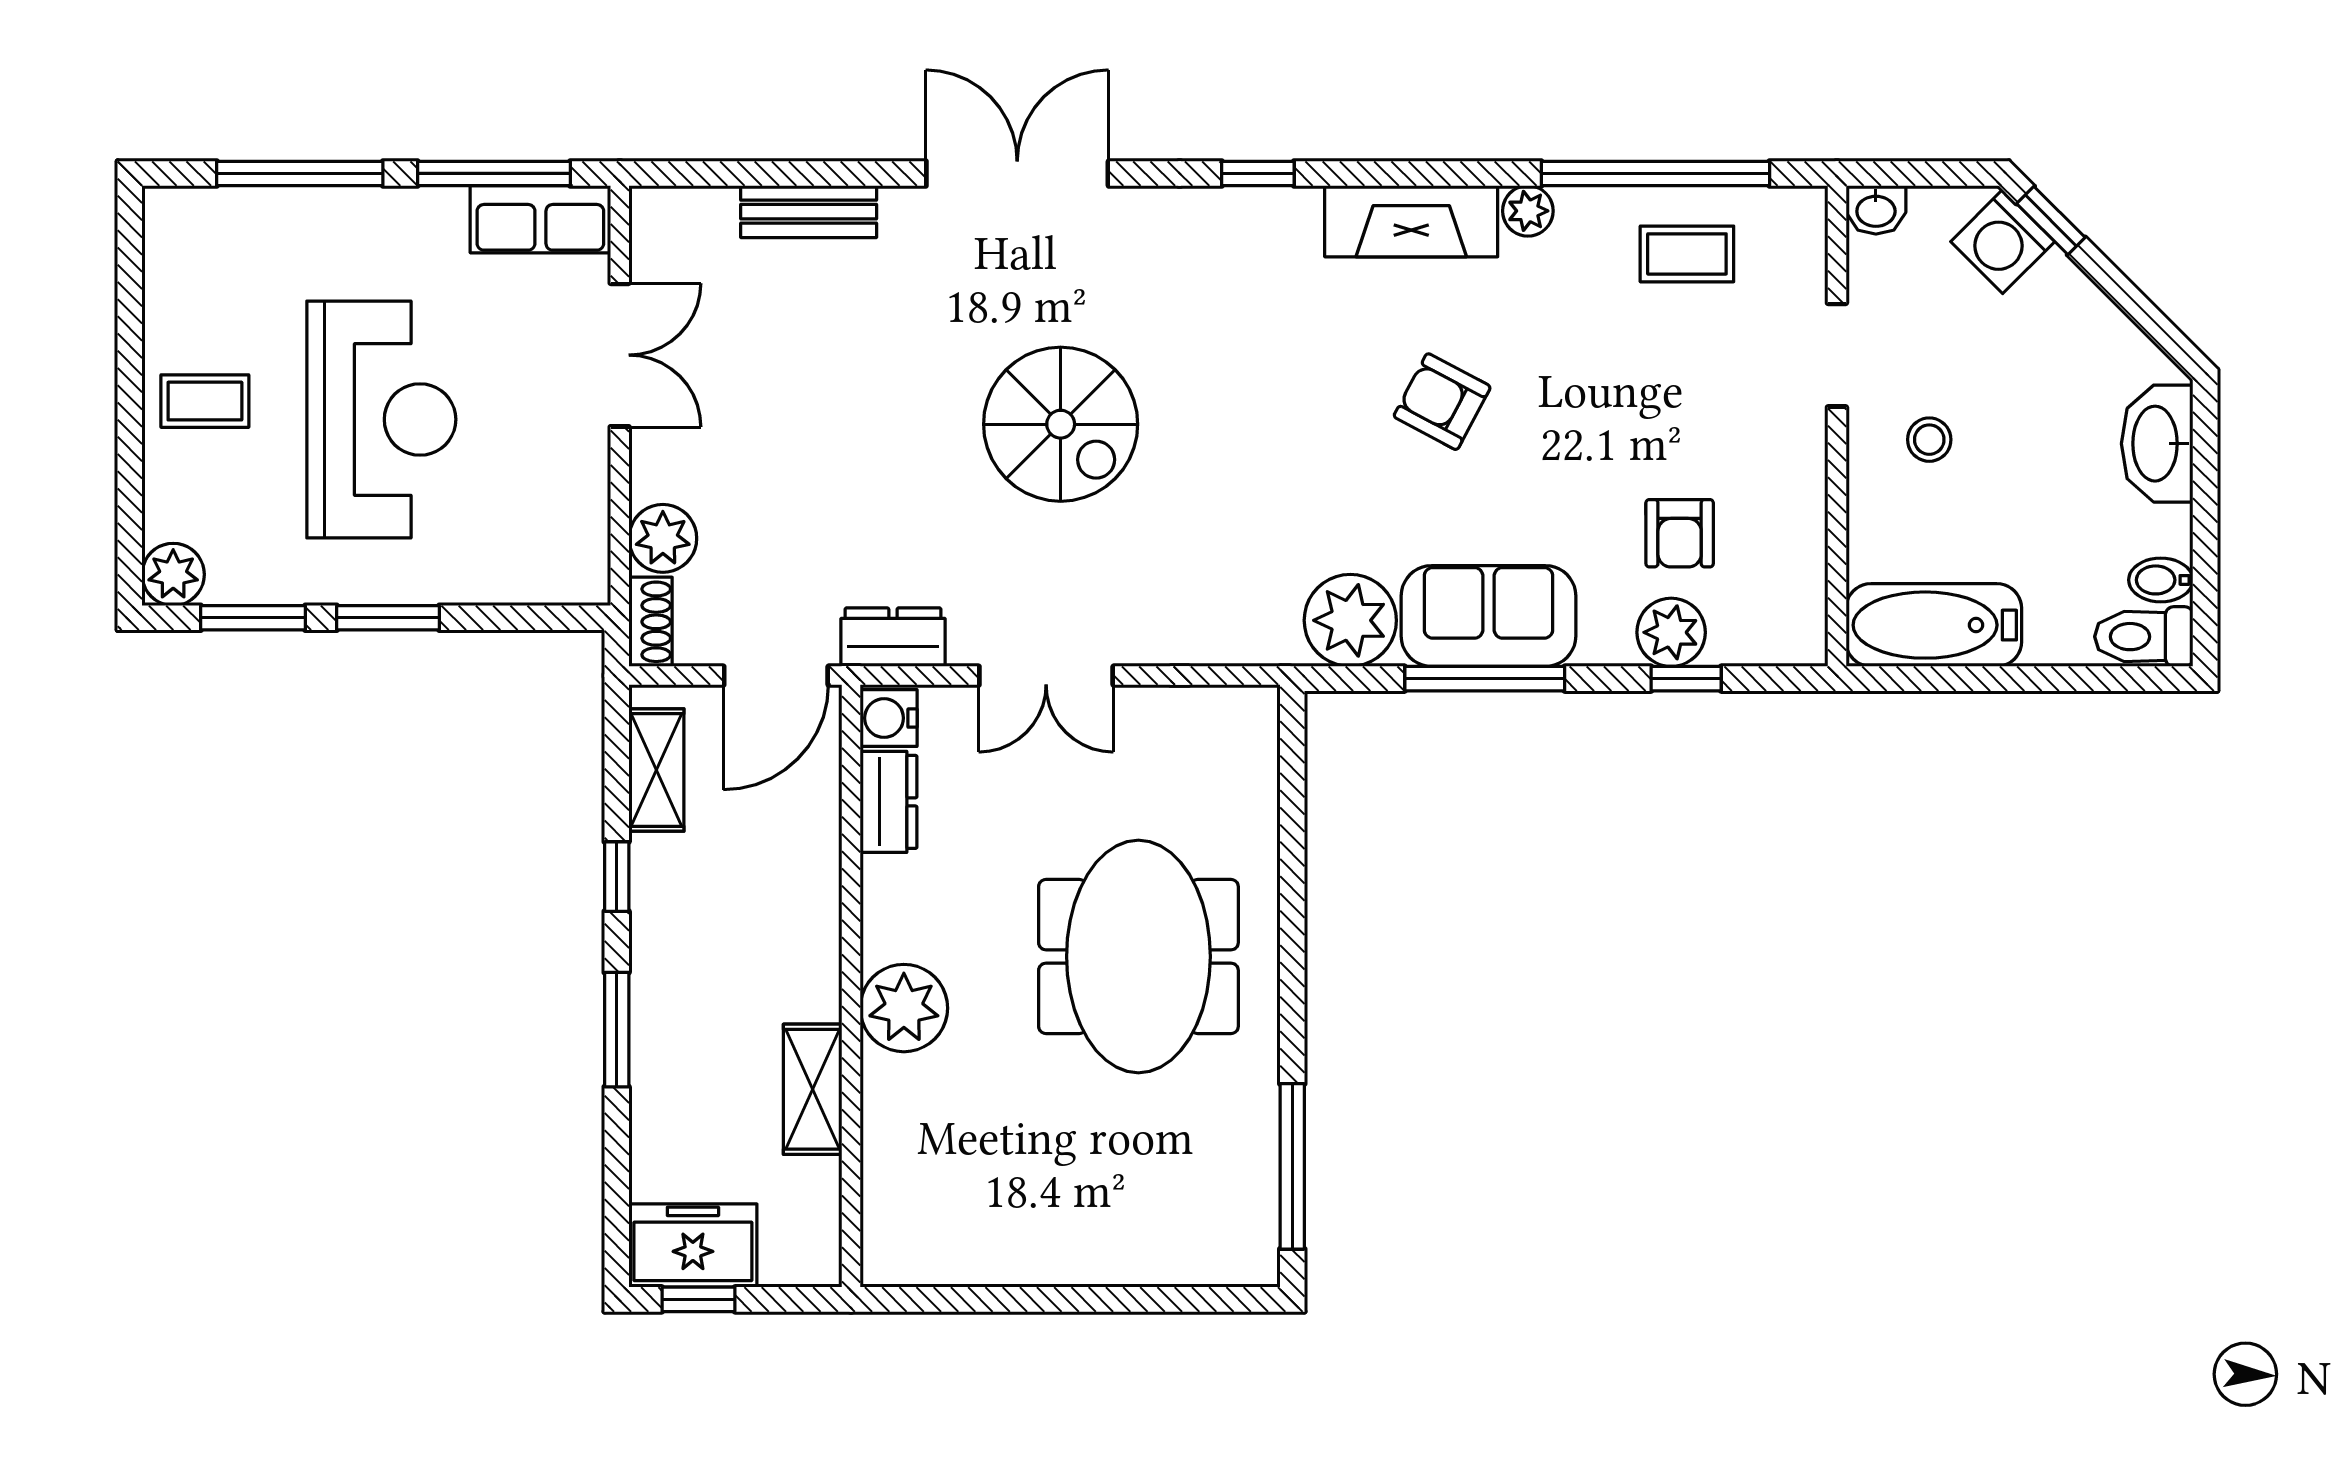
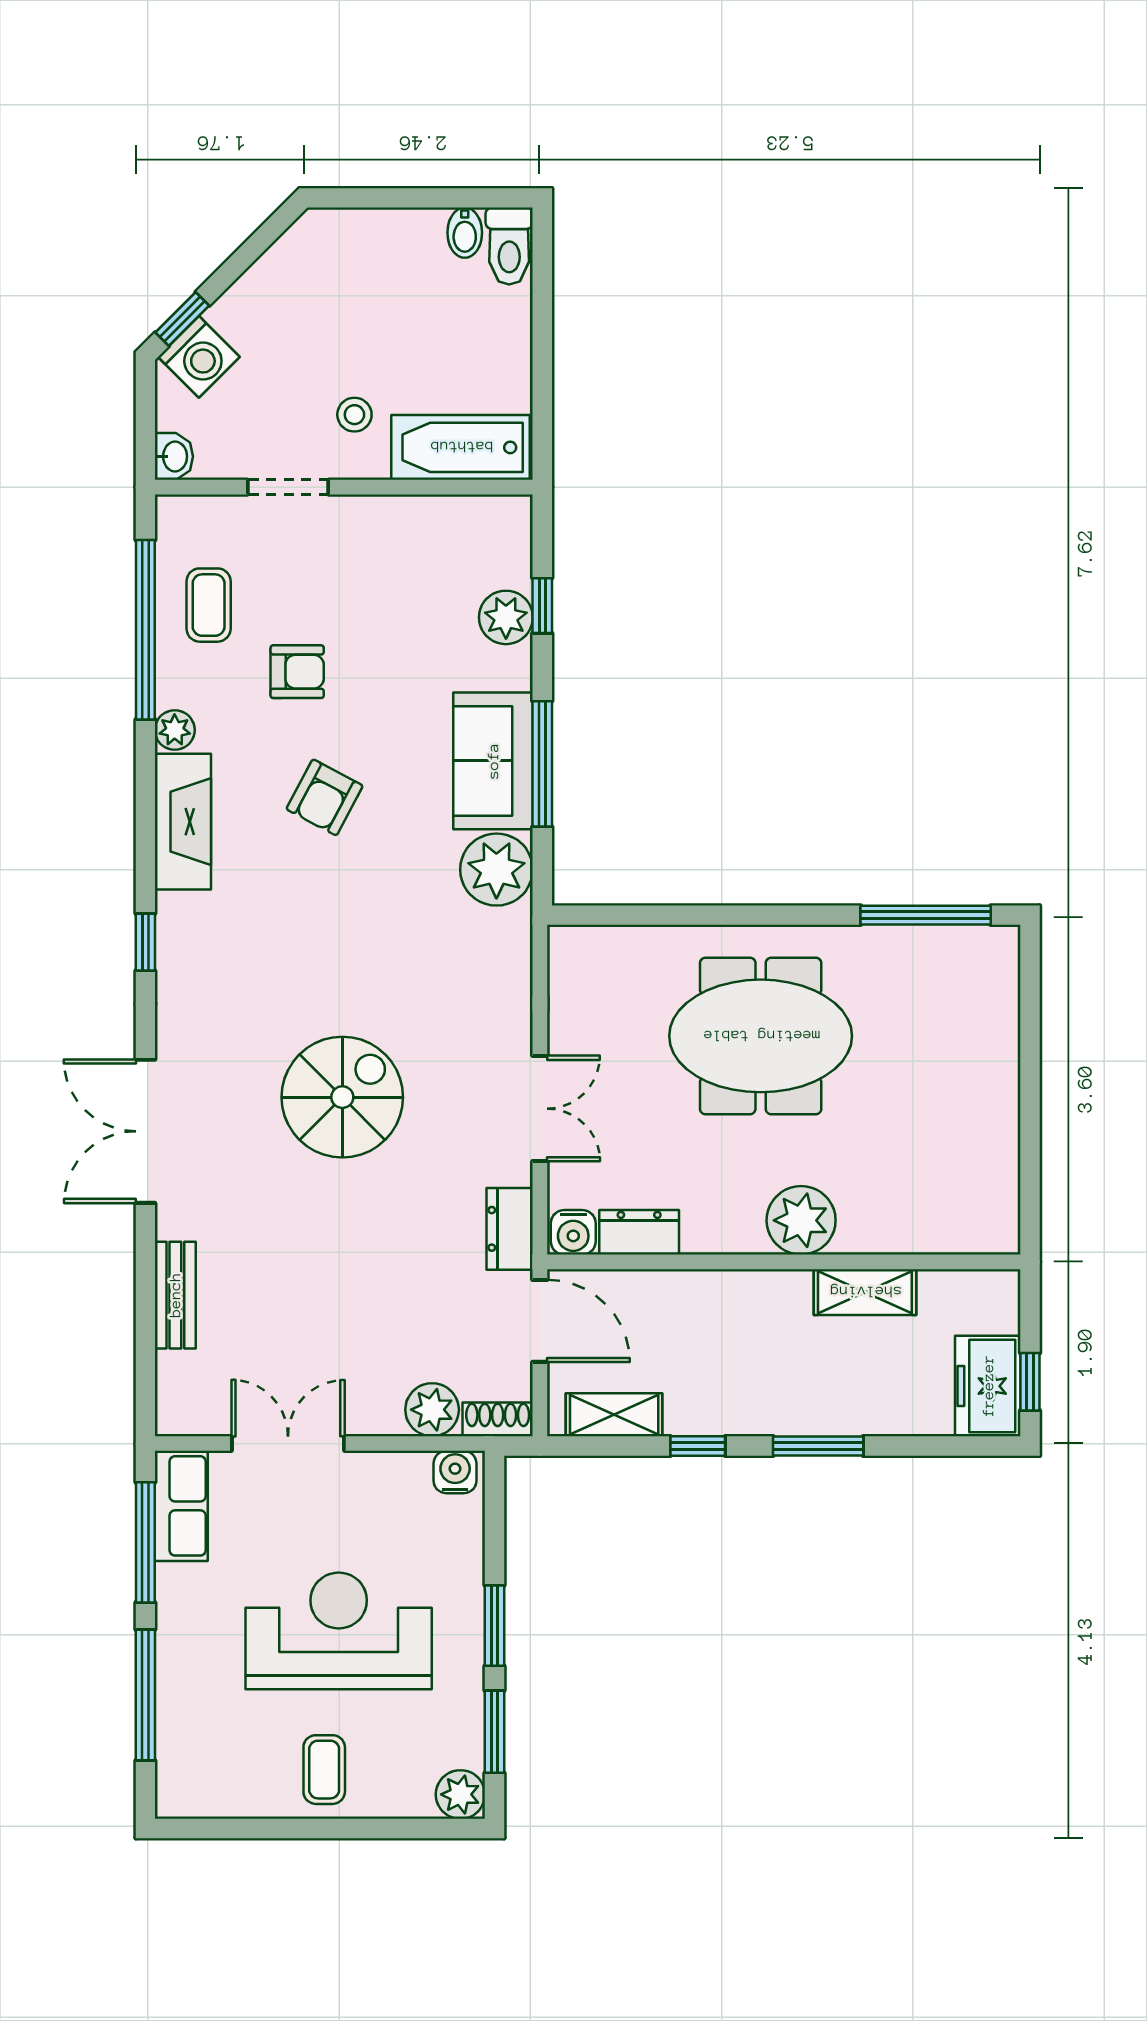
washbasin: (2157, 444) -> (358, 236), removed
armchair: (1680, 533) -> (297, 672), moved
water cooler: (583, 568) -> (455, 1472), added
bathtub: (1934, 625) -> (461, 447), moved, turned 90

